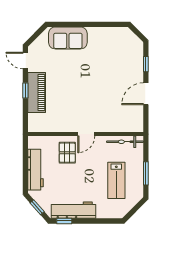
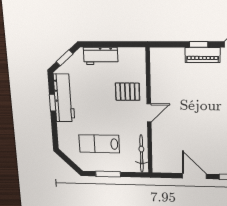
piano: (37, 92) -> (203, 55), width x0.73, depth x0.75
door: (86, 134) -> (149, 113), swing flipped
workbench: (36, 170) -> (101, 56), width x0.73
window: (64, 221) -> (53, 103), moved

